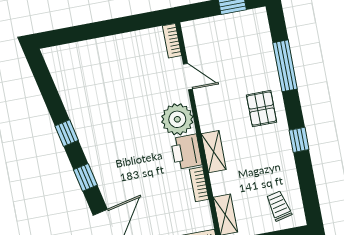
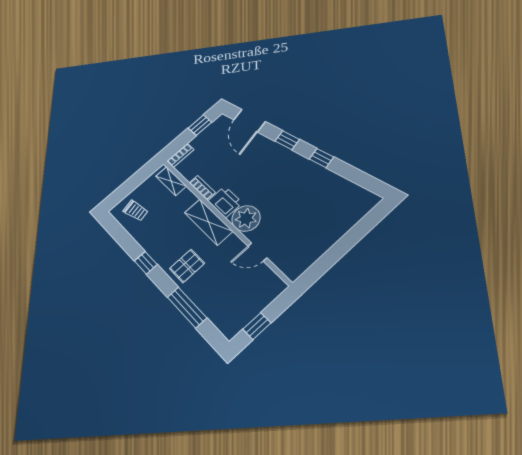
bookcase: (172, 41) -> (287, 269), removed
pallet: (262, 109) -> (187, 266), turned 90
shelving: (214, 152) -> (208, 222), width x1.50, depth x1.33

